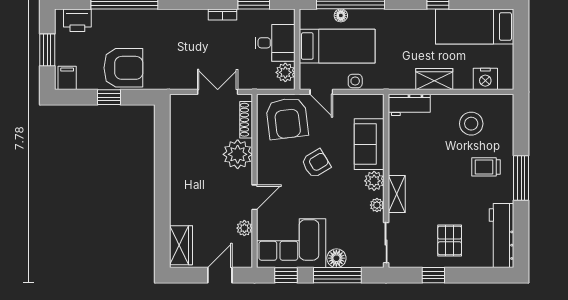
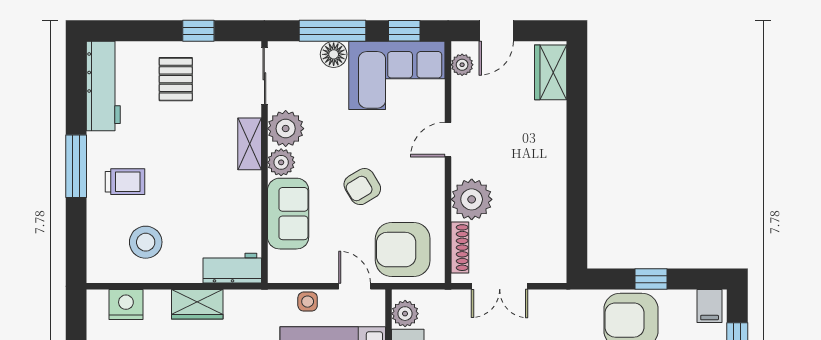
armchair: (287, 118) -> (403, 250), turned -83
plant: (377, 205) -> (286, 129), width x1.88, depth x1.88
plant: (244, 228) -> (462, 65), moved

